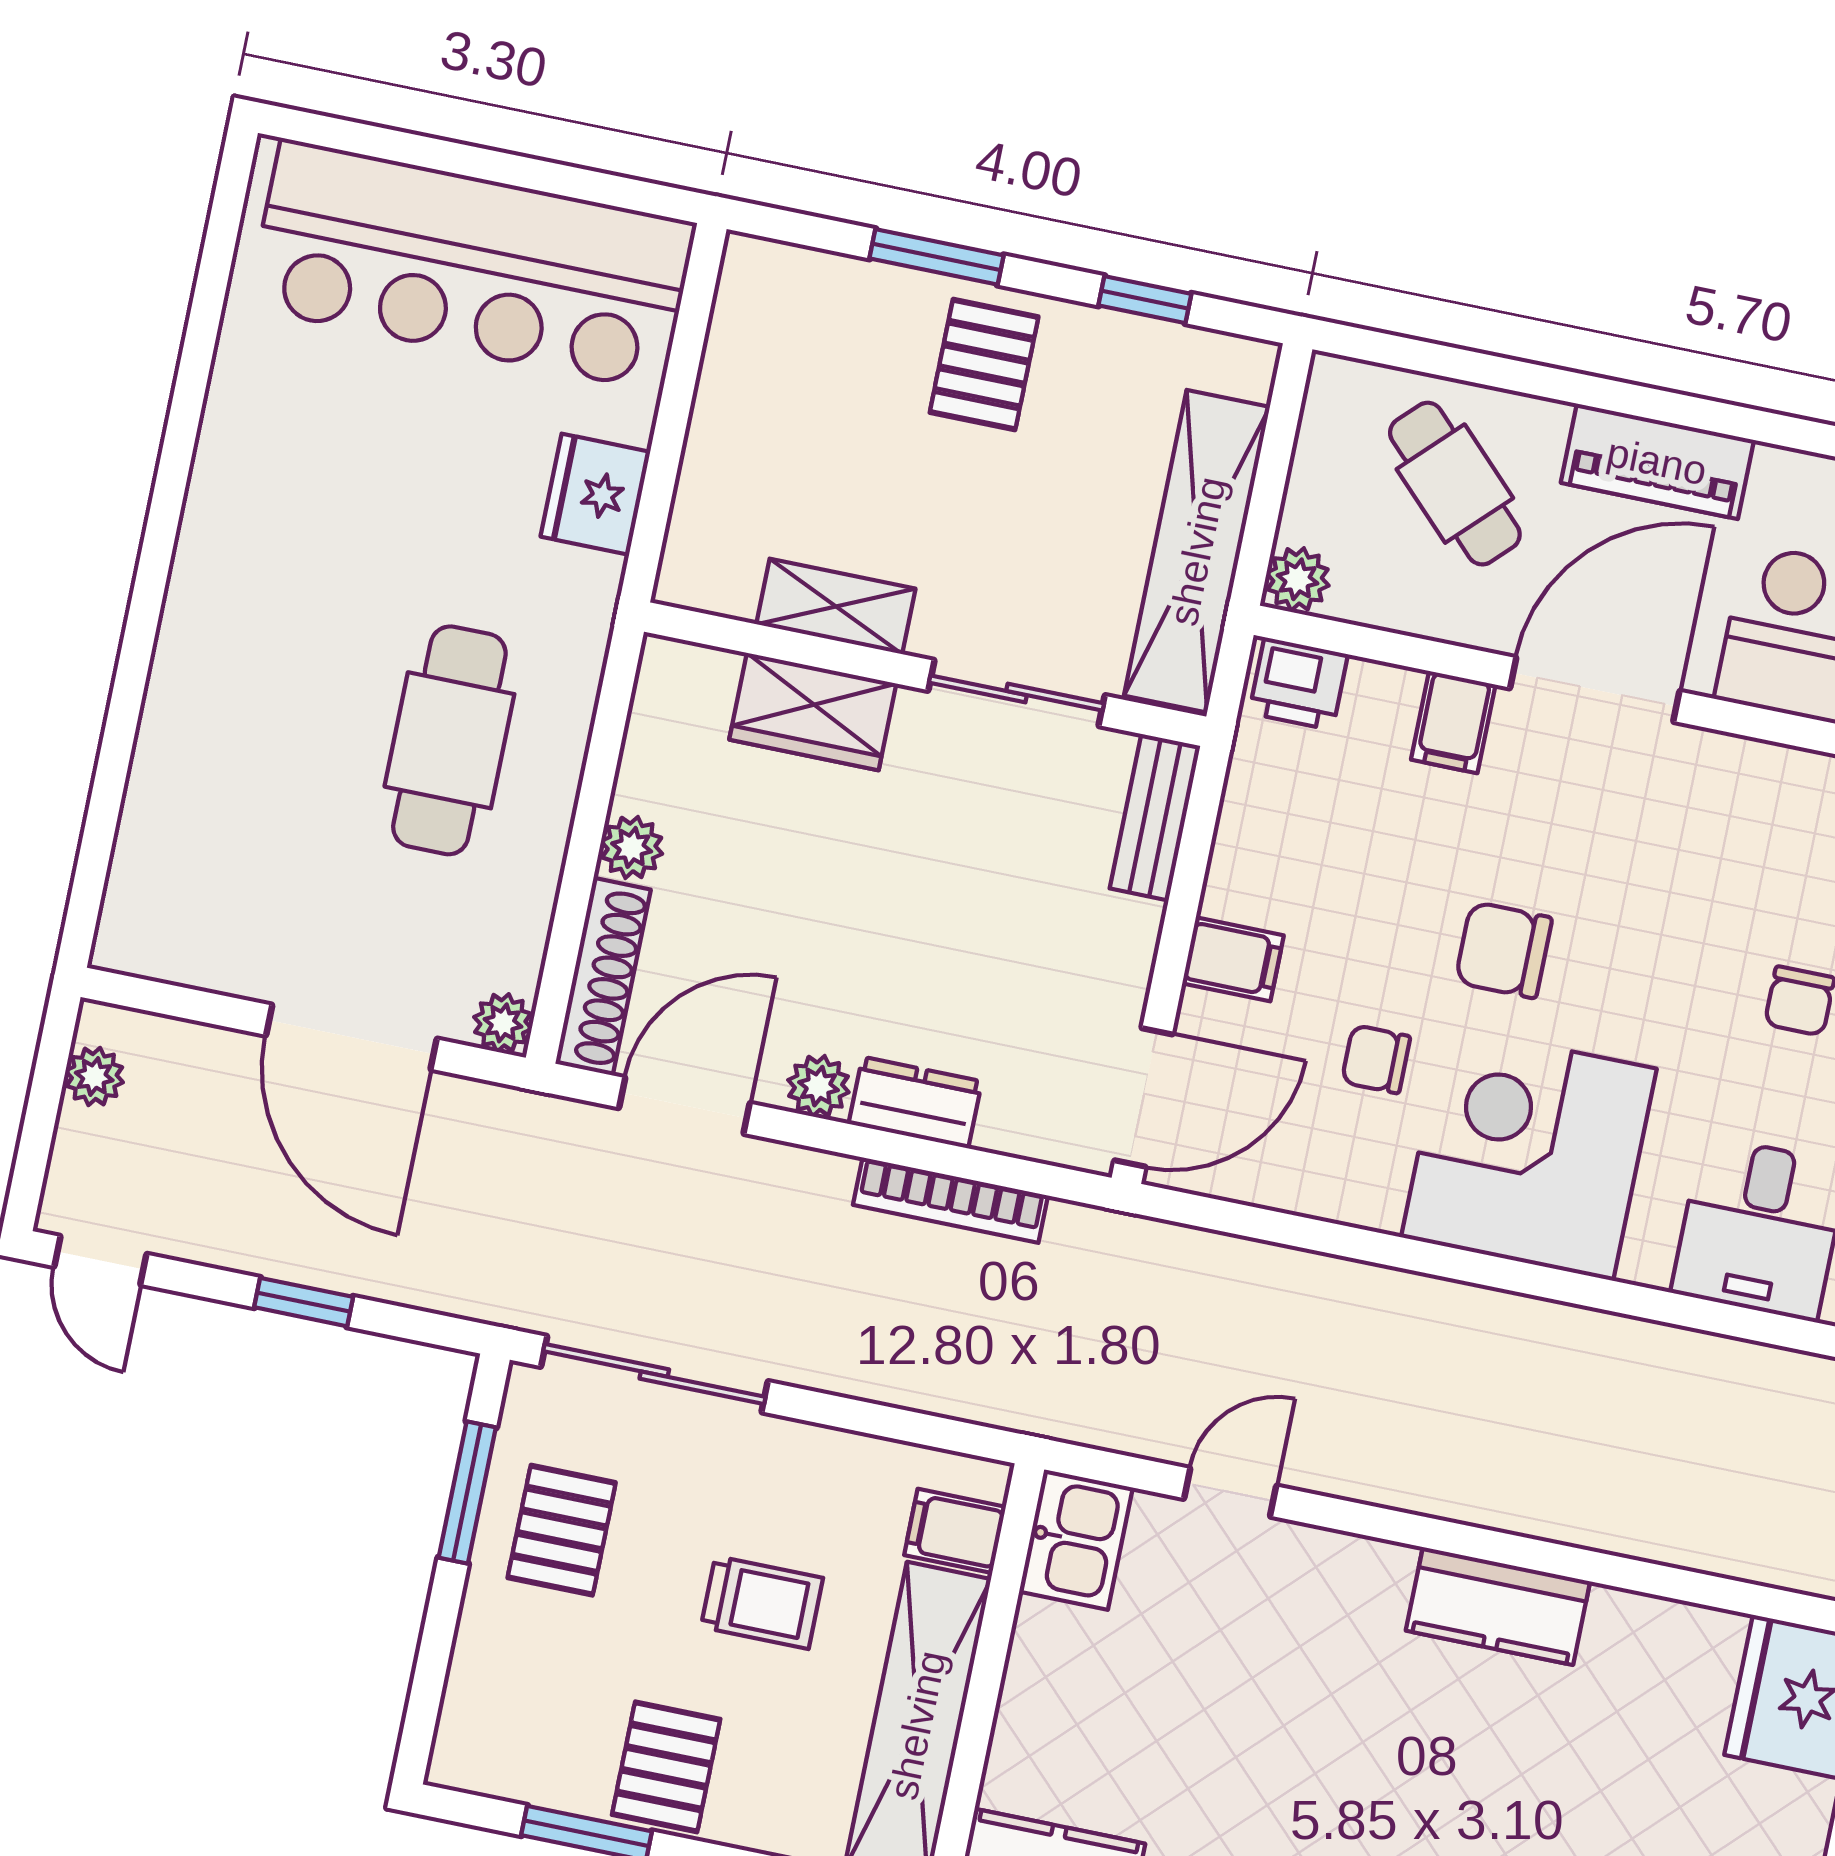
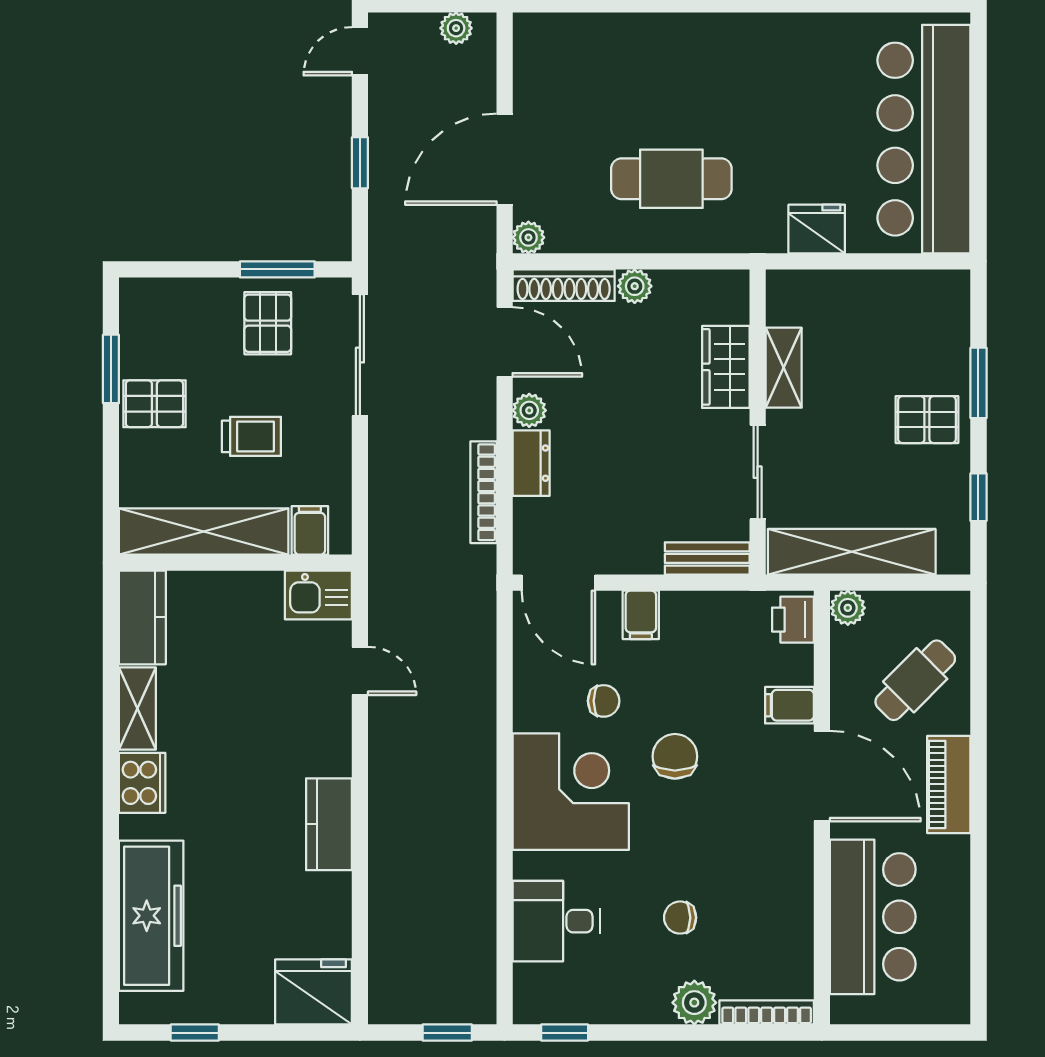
chair: (1376, 1059) -> (604, 701), turned 90
pallet: (562, 1530) -> (268, 323), turned 90
trolley: (762, 1602) -> (251, 436), turned -90

